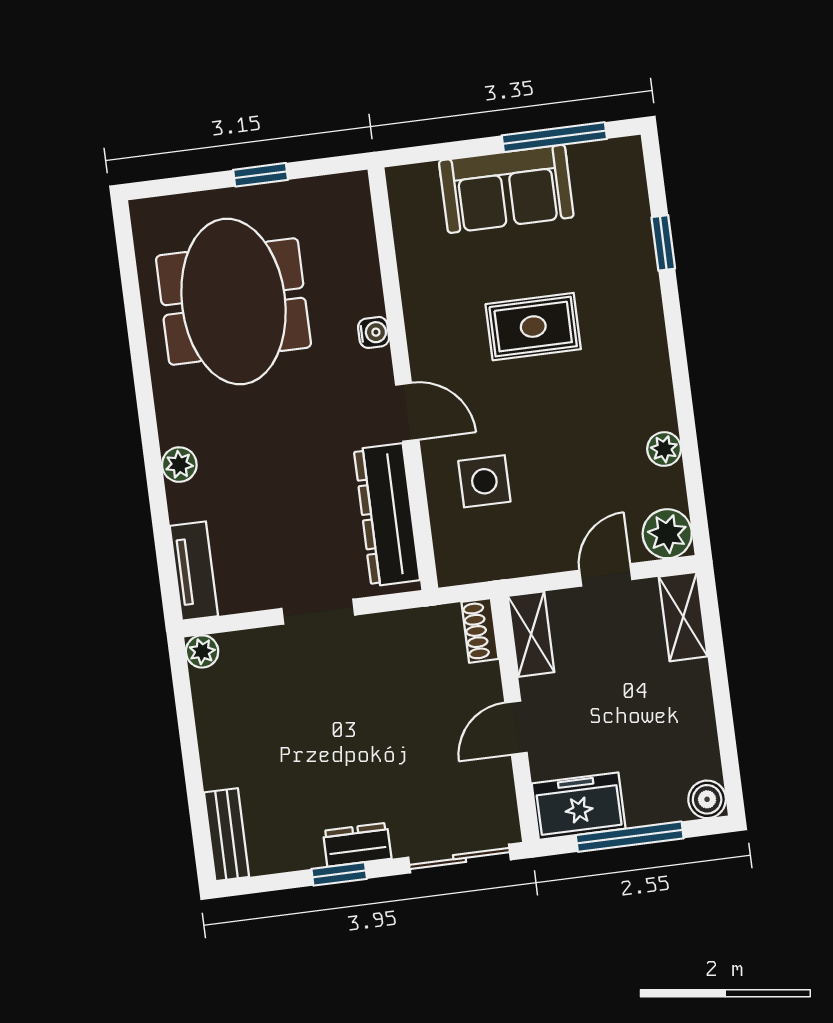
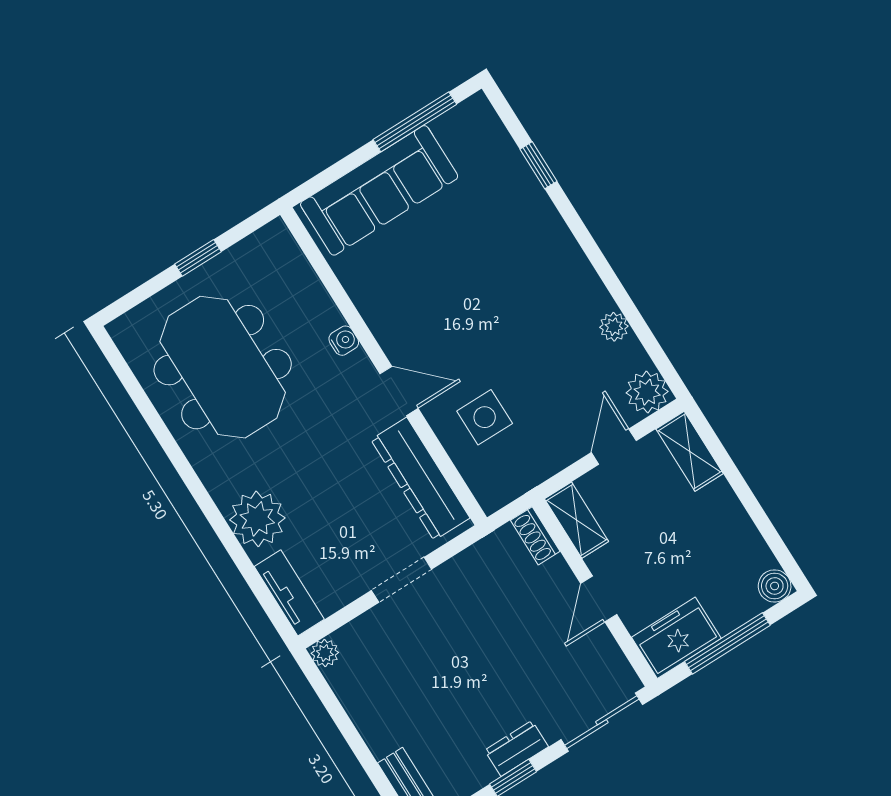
sofa: (506, 189) -> (379, 190), width x1.36
rug: (533, 327) -> (467, 278), removed
plant: (179, 465) -> (257, 519), width x1.87, depth x1.87

